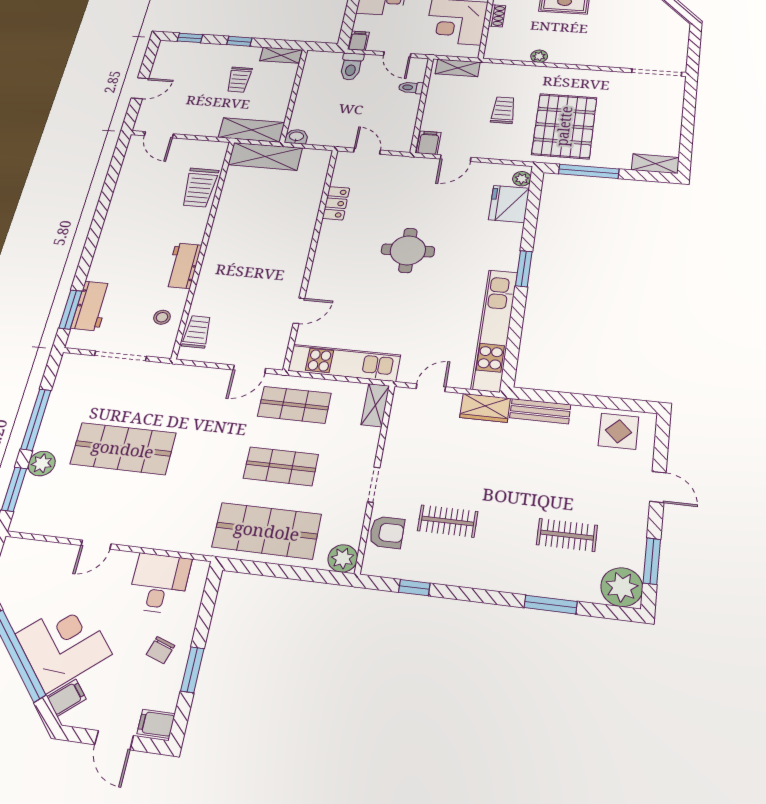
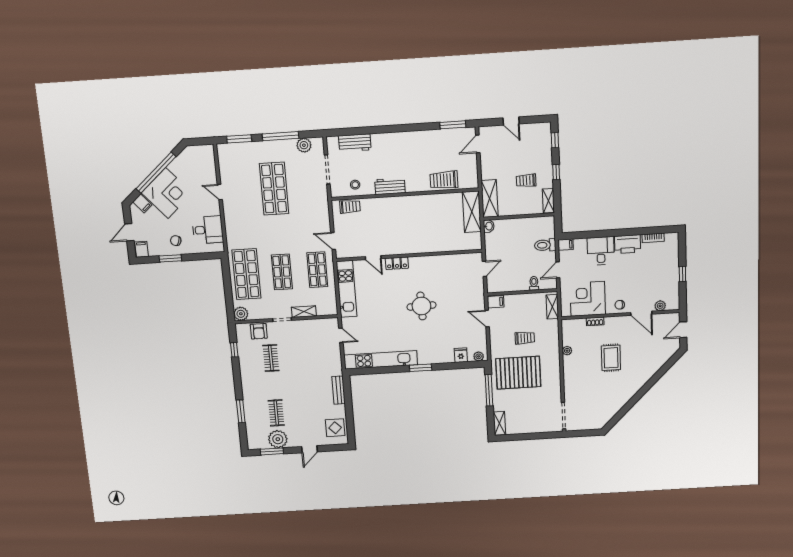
locker: (336, 203) -> (397, 263), moved
fridge: (509, 204) -> (461, 355), width x0.53, depth x0.75
window: (70, 310) -> (453, 125), moved
shelving: (375, 405) -> (304, 312), moved
wardrobe: (485, 408) -> (335, 364), removed
plant: (42, 464) -> (304, 145), moved
plant: (622, 587) -> (278, 439), moved

